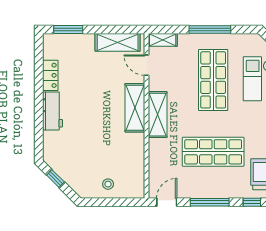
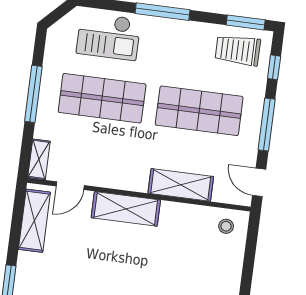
shelving: (158, 115) -> (181, 185), moved
shop shelf: (213, 152) -> (199, 111), turned 90
stool: (108, 184) -> (226, 226), moved

